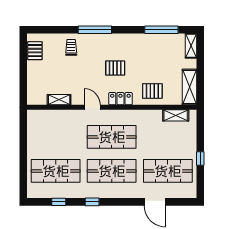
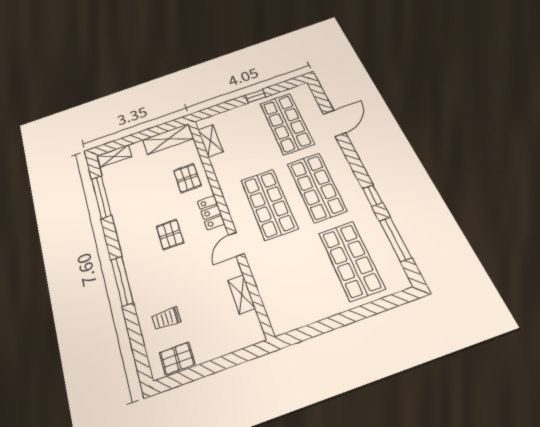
trolley: (71, 47) -> (166, 318), moved
window: (59, 202) -> (395, 239), width x2.17

